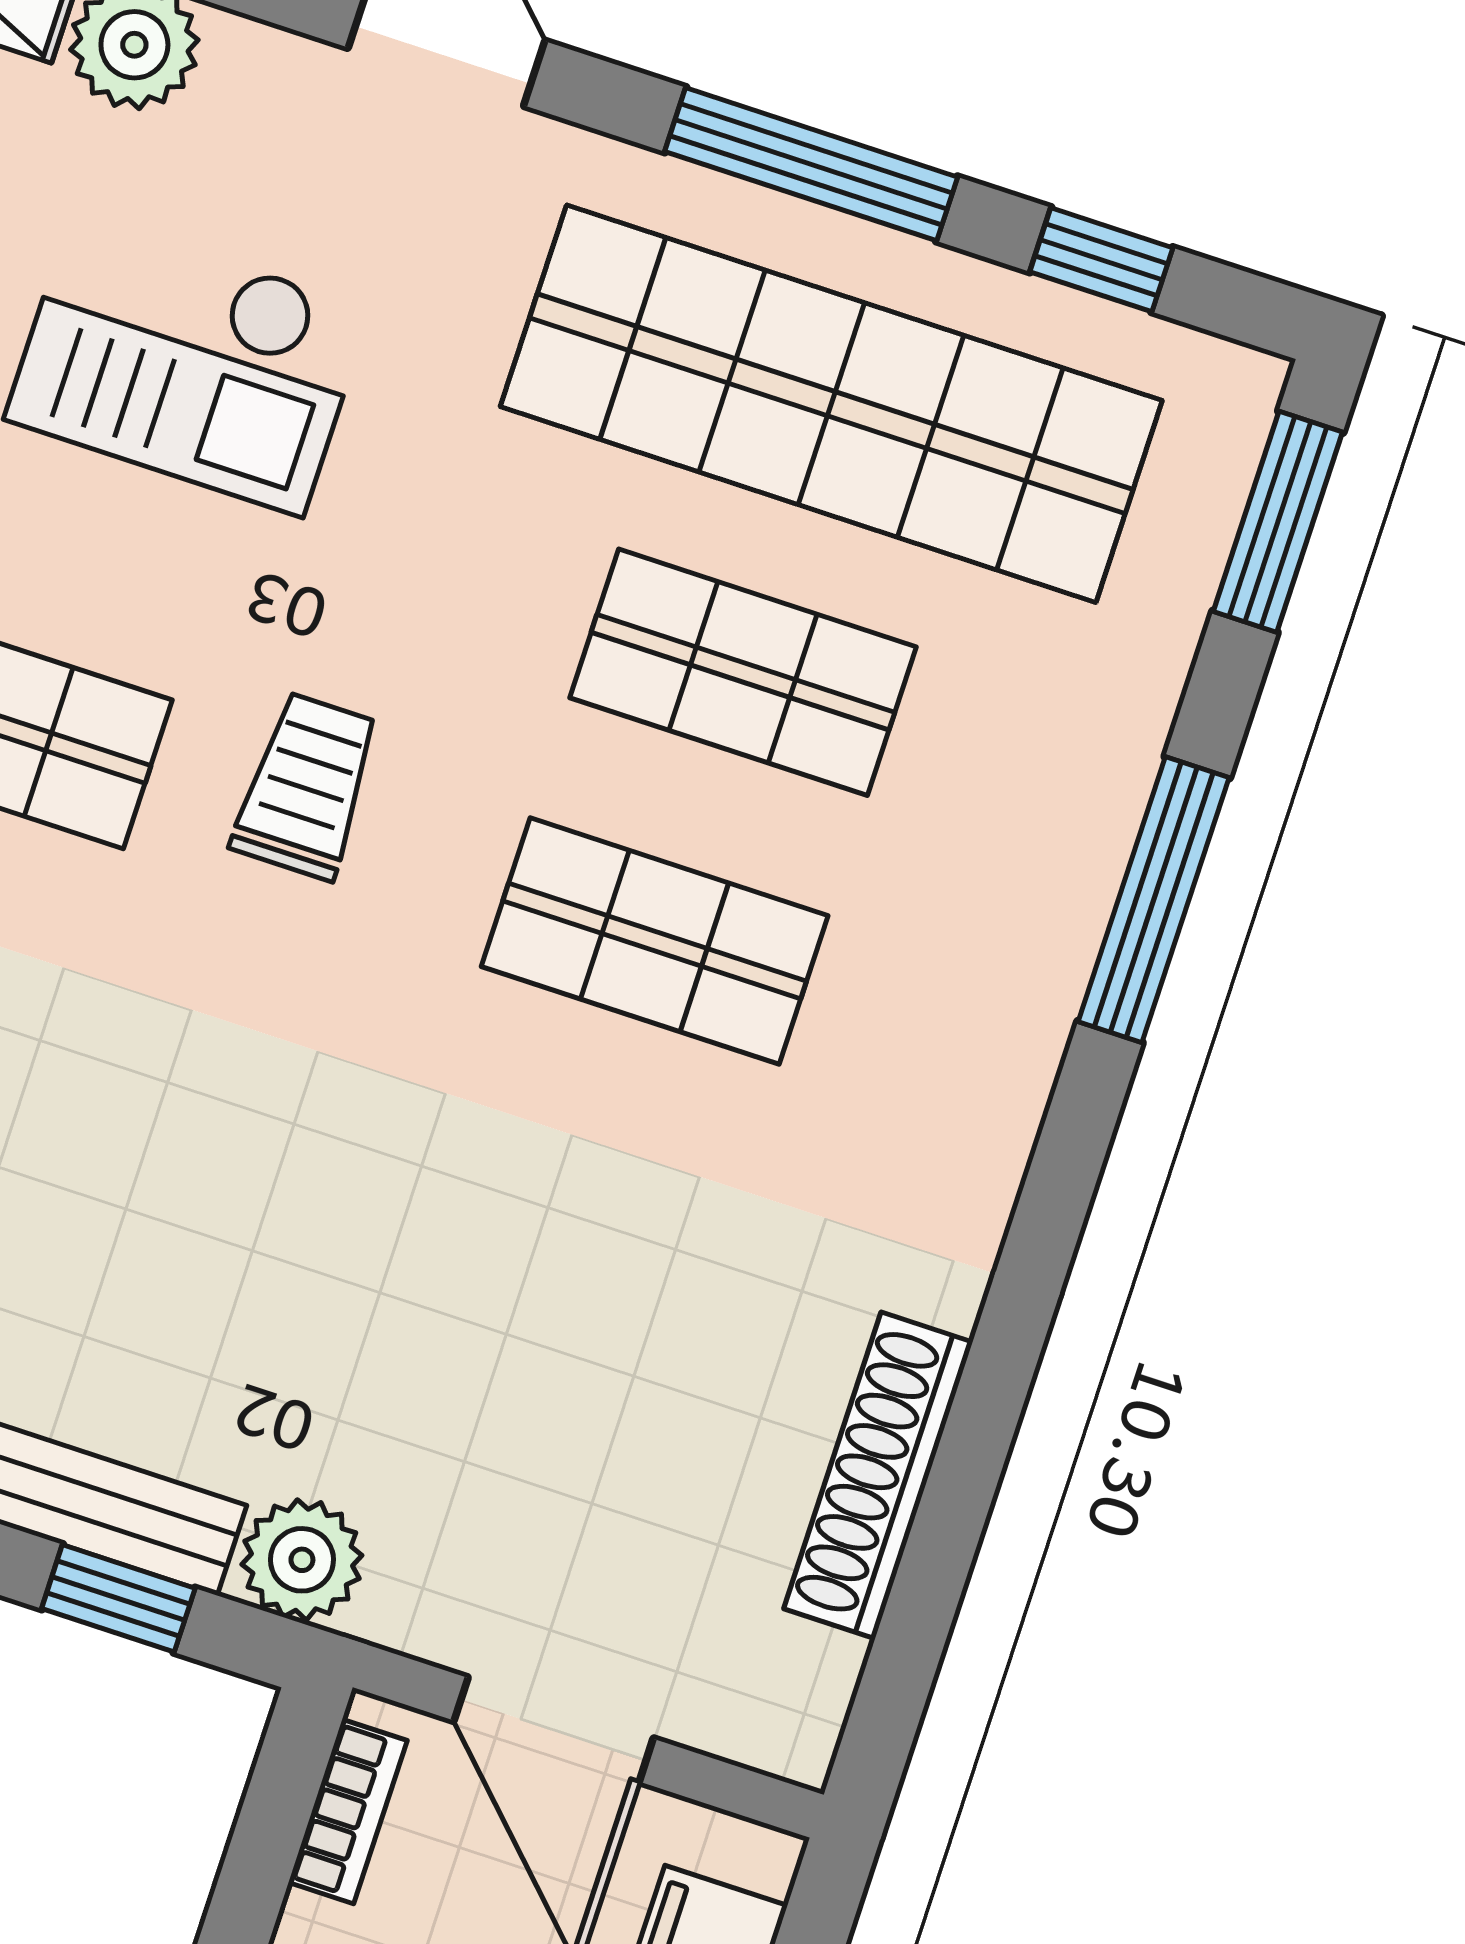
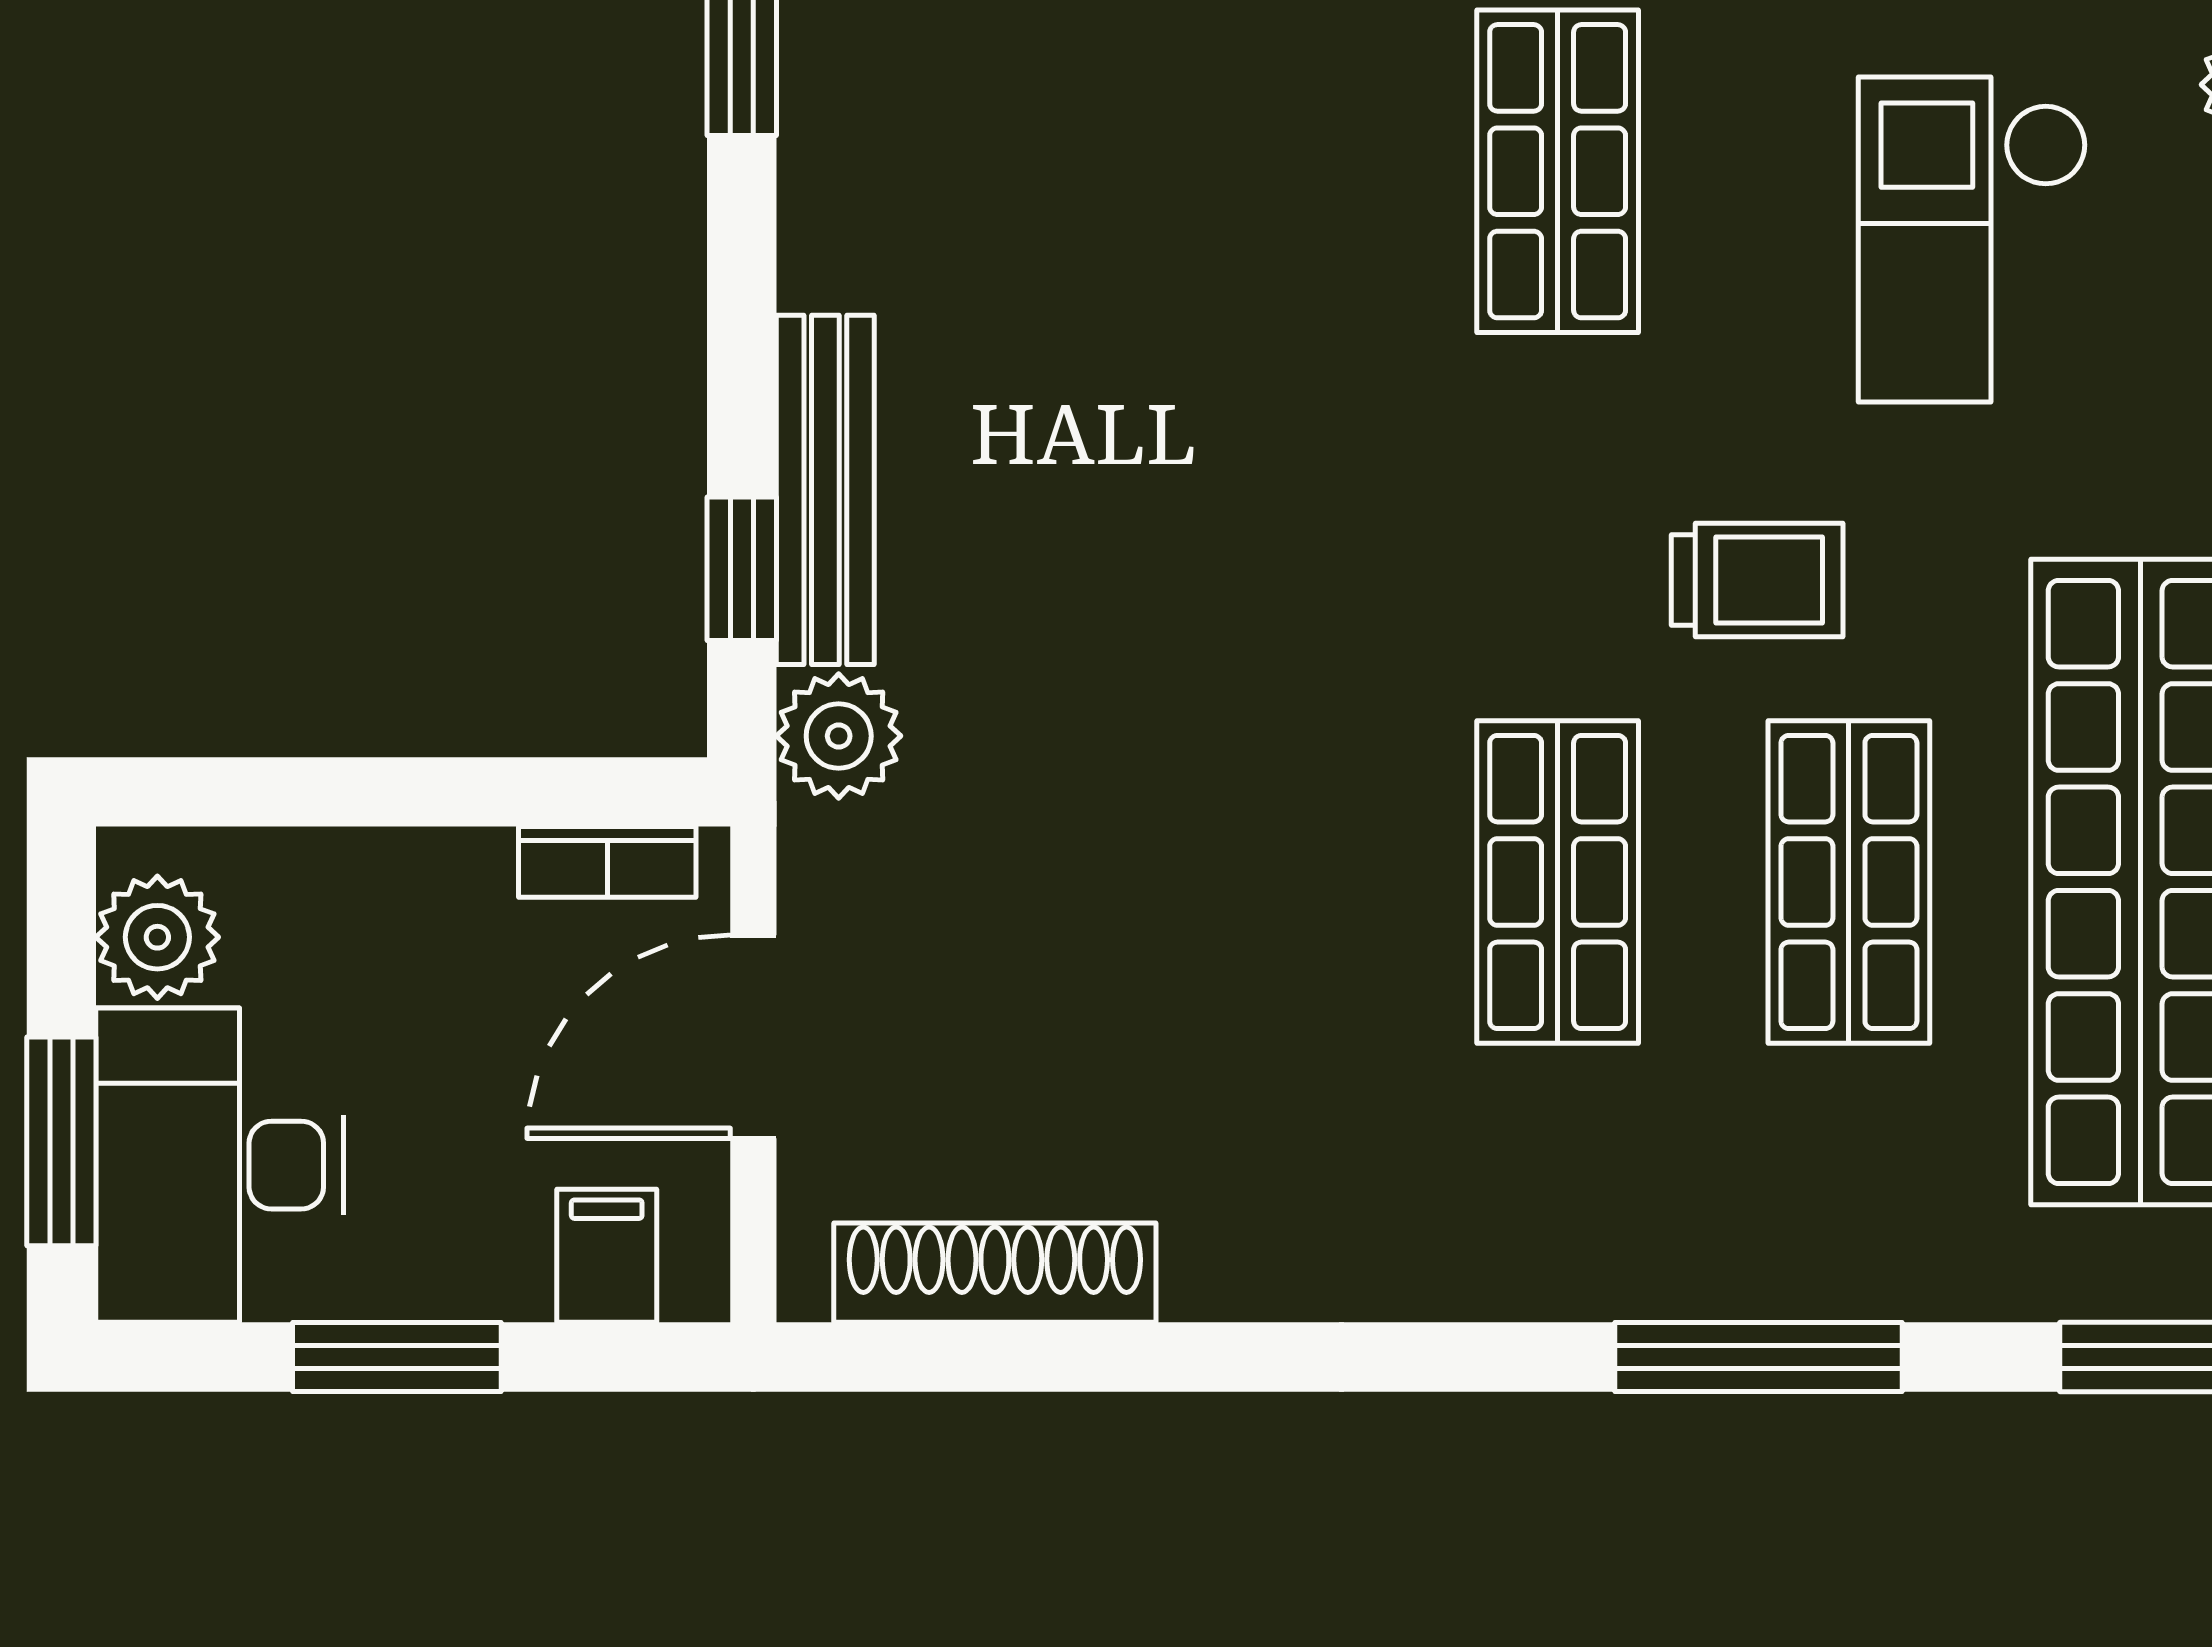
trolley: (307, 786) -> (1757, 580), moved
shoe rack: (878, 1475) -> (995, 1273), moved

